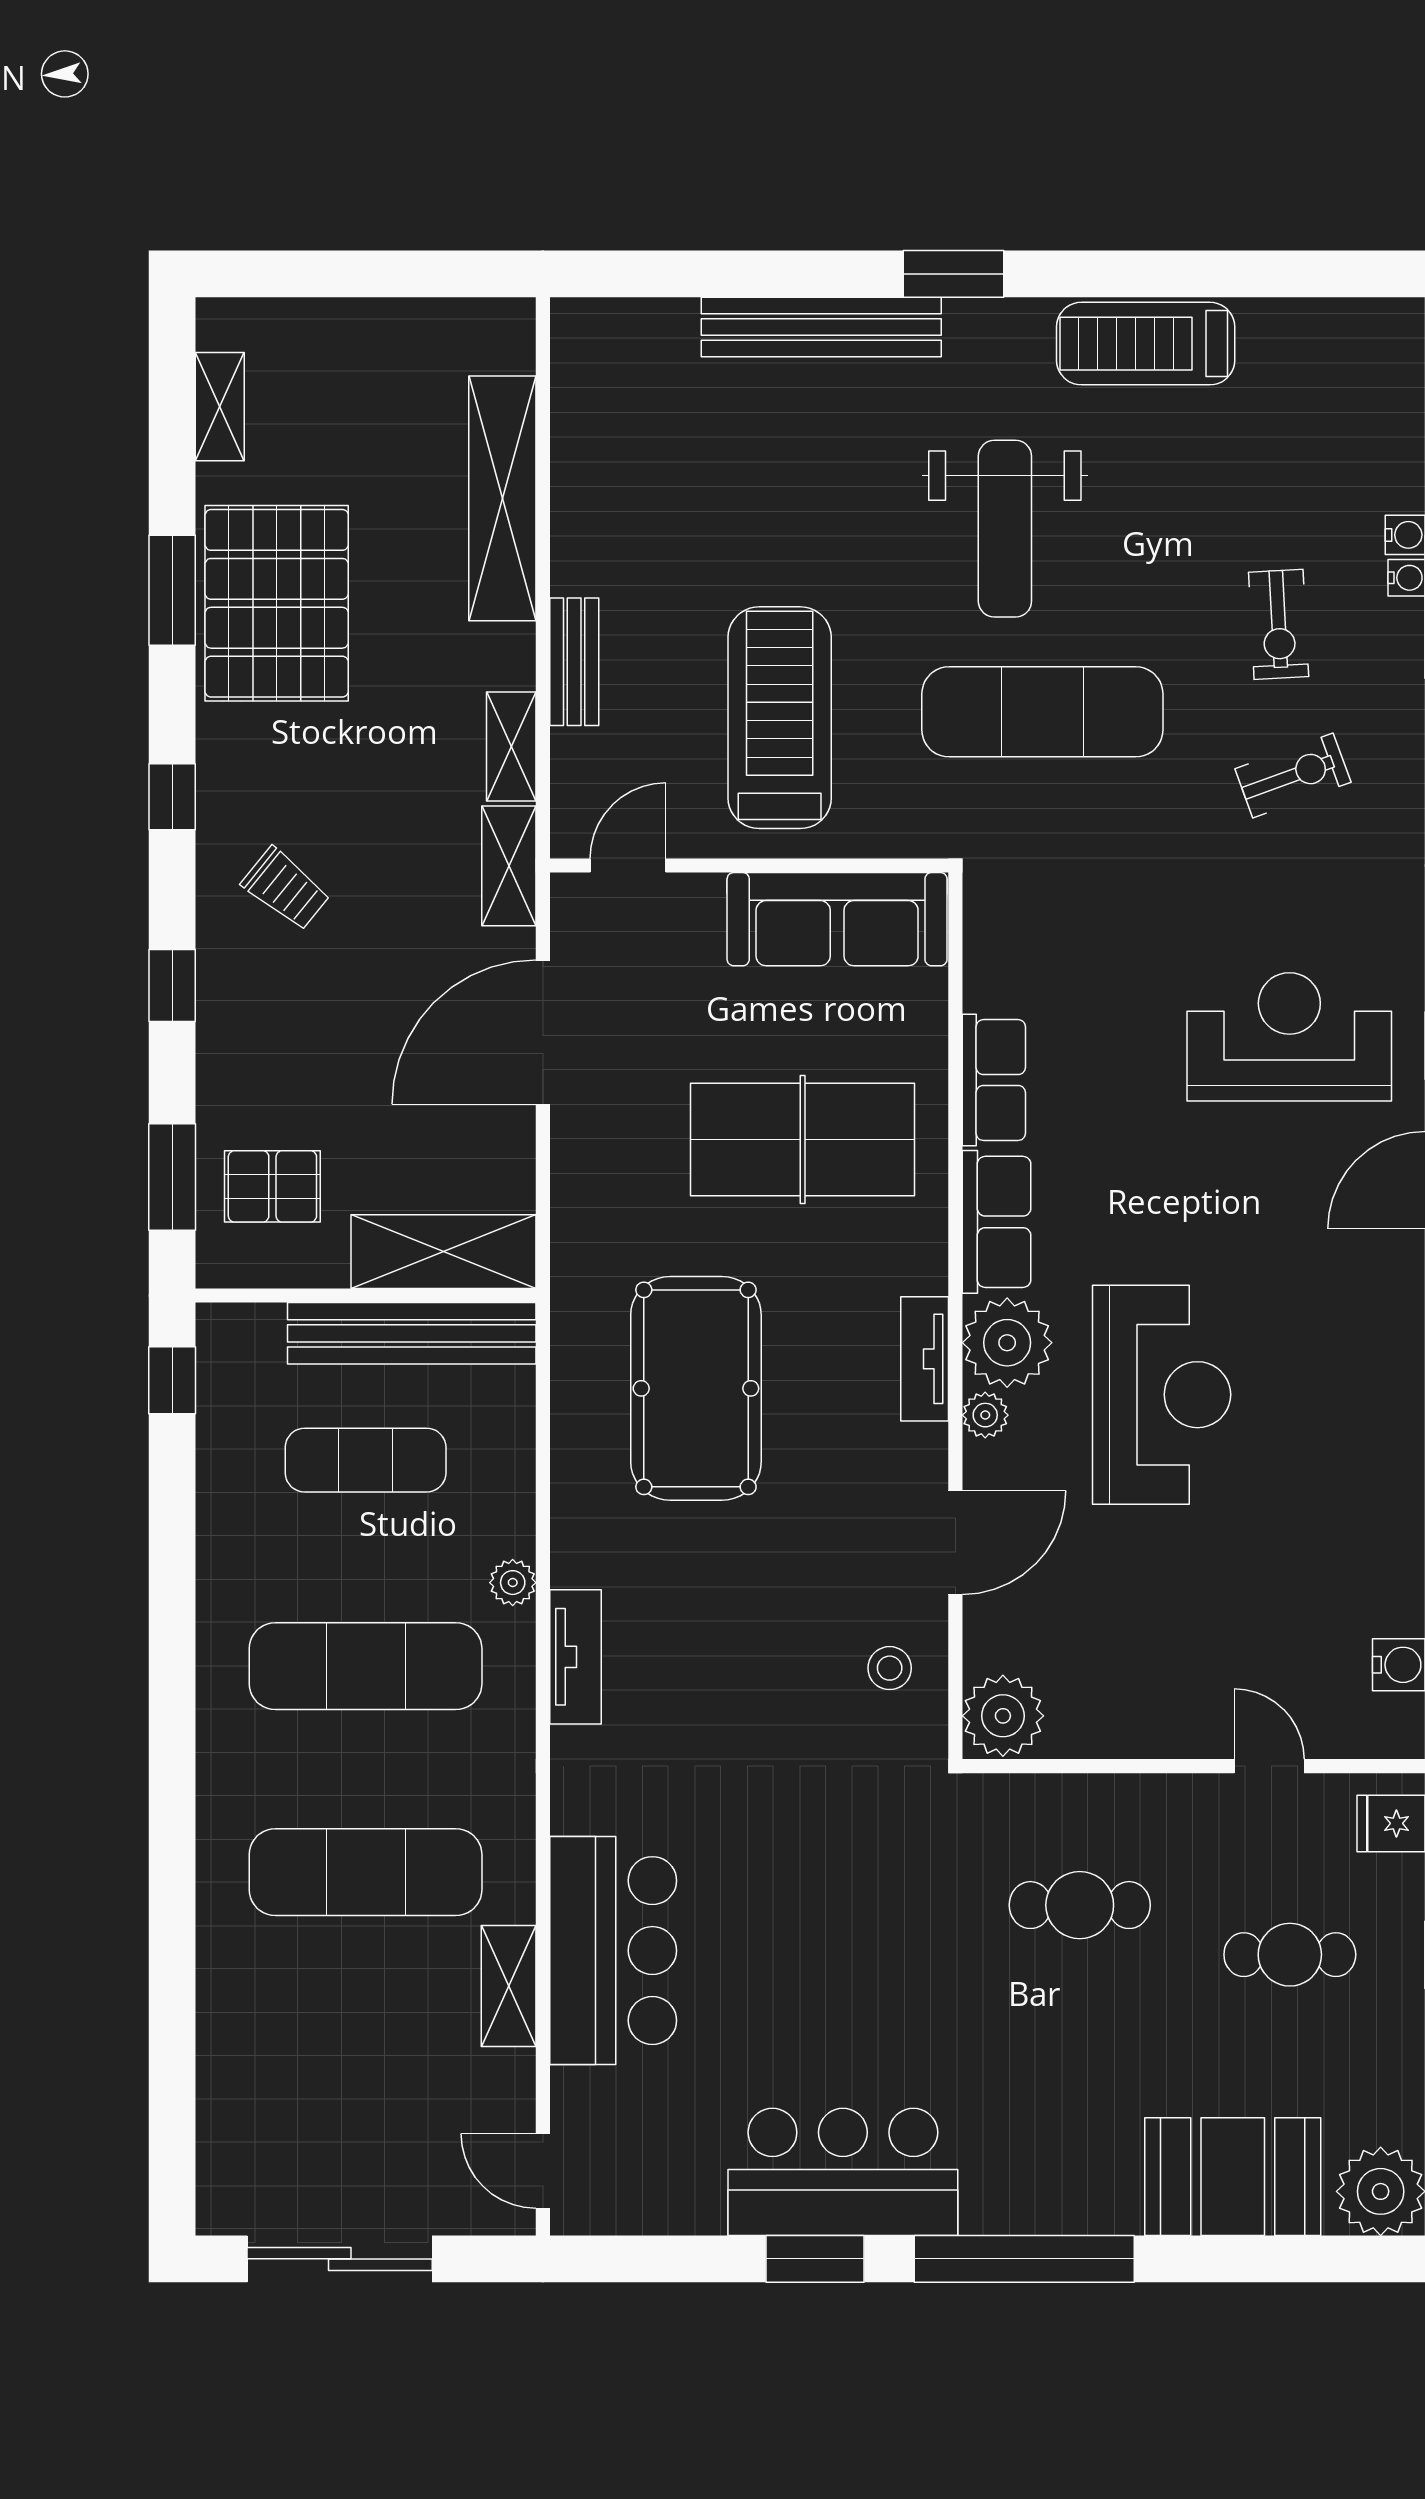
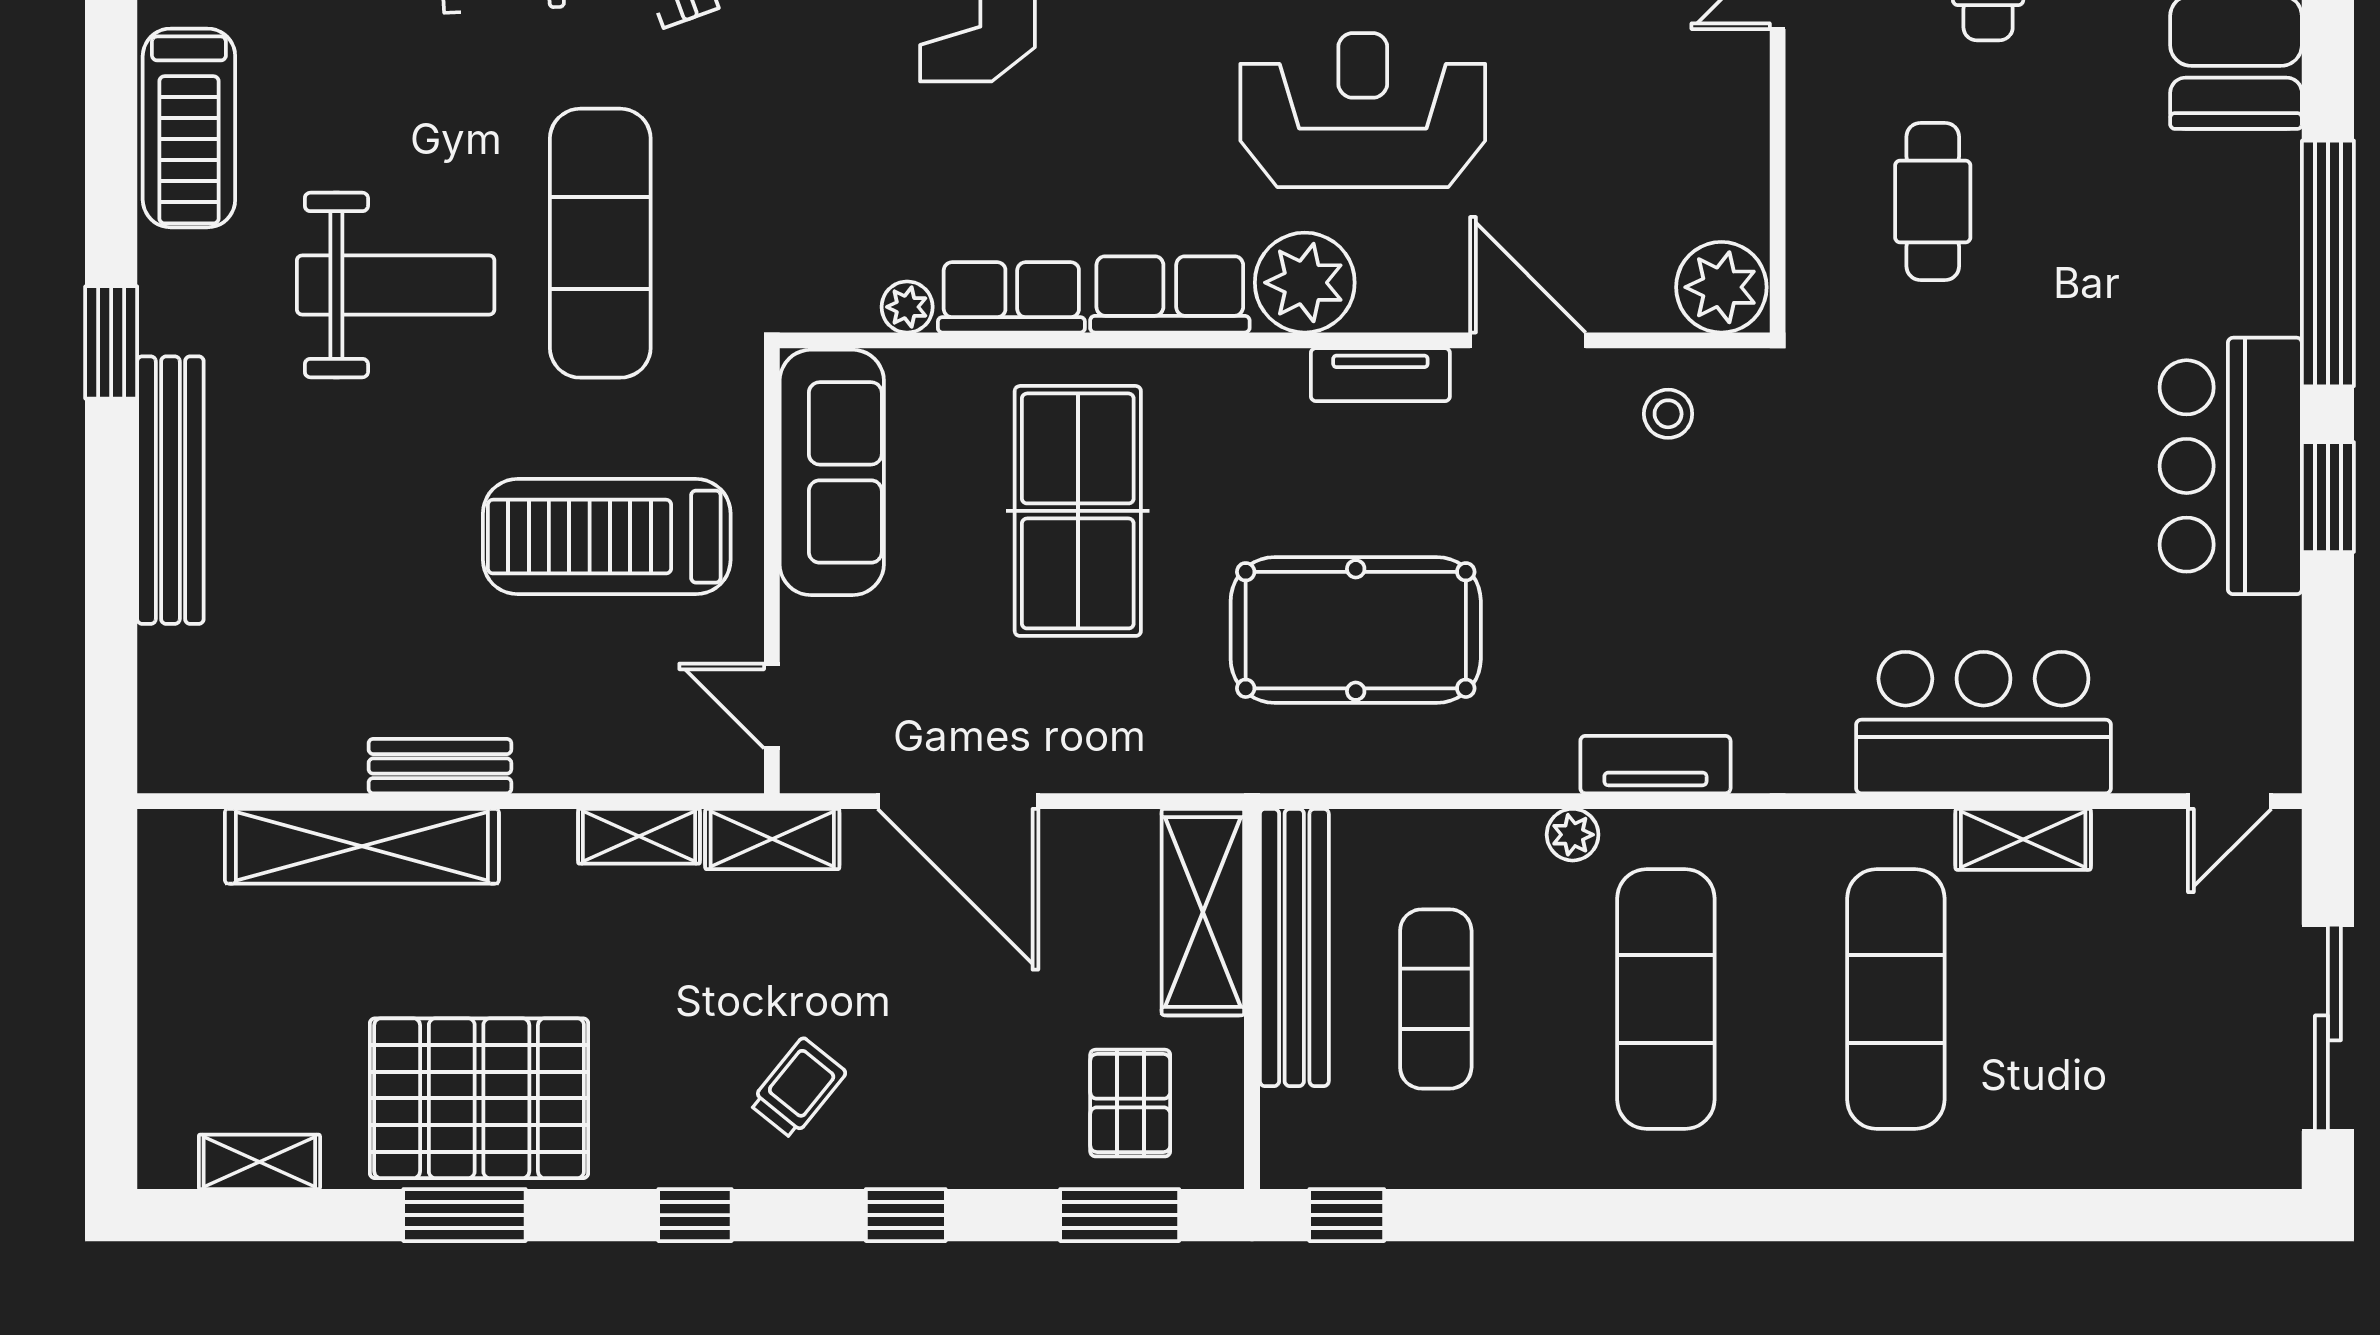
bench: (574, 662) -> (440, 766), moved
tv unit: (925, 1359) -> (1380, 375), moved
plant: (985, 1415) -> (907, 307), moved

